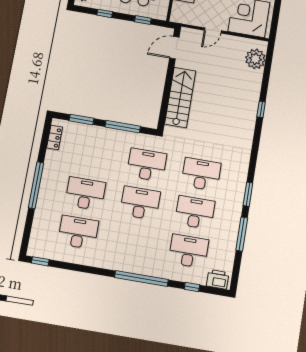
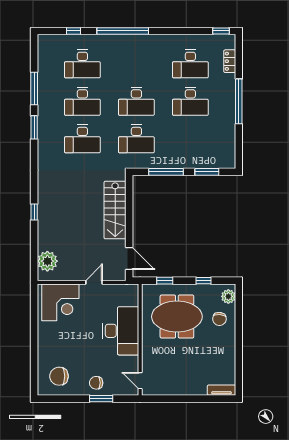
door: (174, 48) -> (129, 258), hinge flipped
locker: (55, 137) -> (230, 61), moved
printer: (218, 279) -> (50, 42), removed

